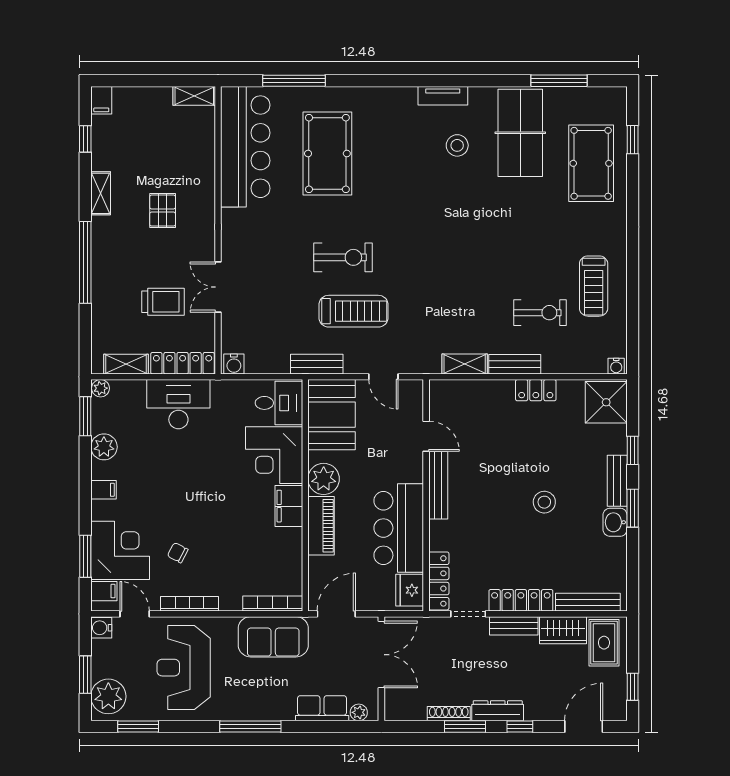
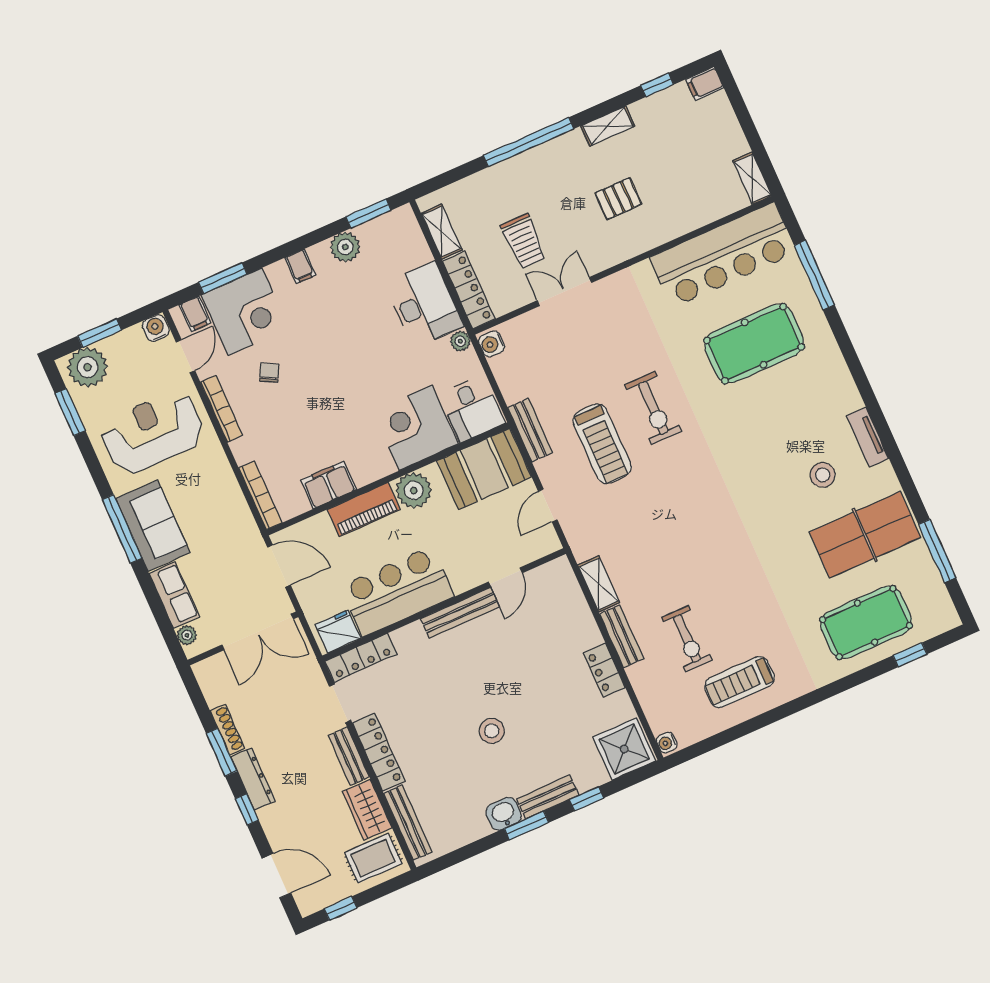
plant: (101, 388) -> (460, 341), moved
filing cabinet: (289, 506) -> (329, 485), moved
sofa: (273, 637) -> (153, 526), moved, turned 180

